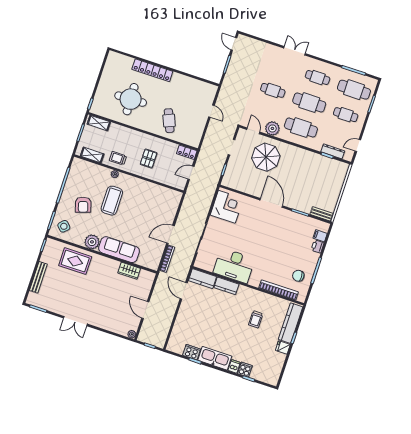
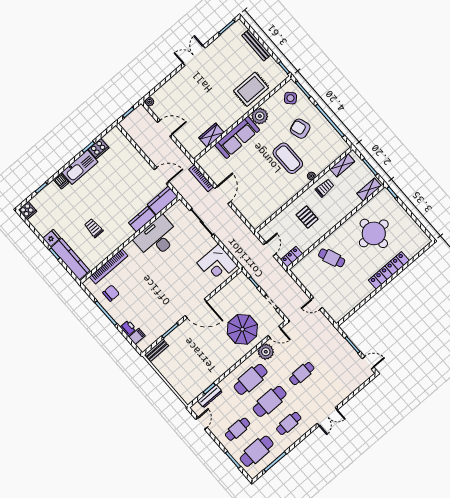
cooker: (245, 370) -> (27, 211), moved

